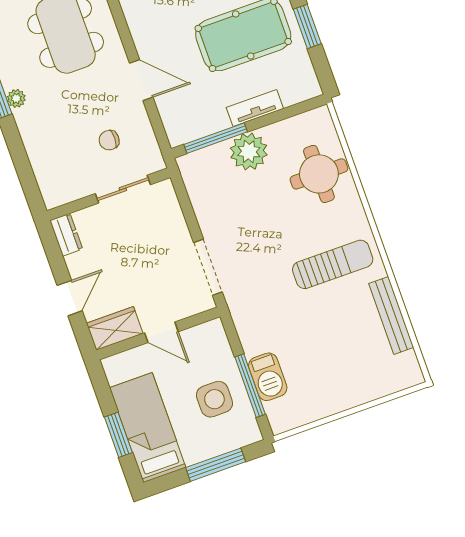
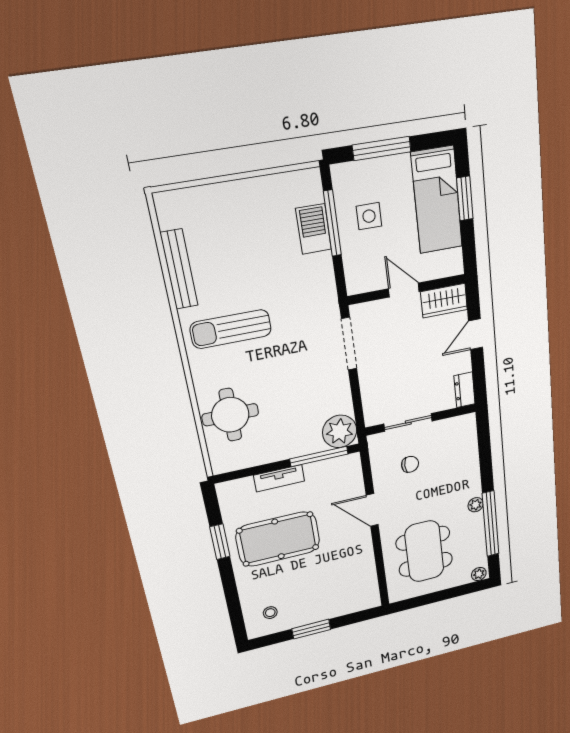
plant: (249, 152) -> (340, 431), moved
side table: (214, 399) -> (369, 216), width x0.73, depth x0.73

